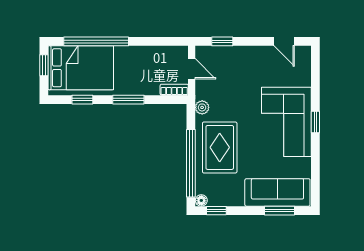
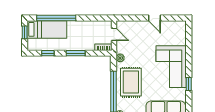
window: (222, 41) -> (132, 18), removed
door: (284, 41) -> (154, 18), moved
bed: (81, 68) -> (47, 29), width x0.67
window: (315, 122) -> (189, 84), moved

